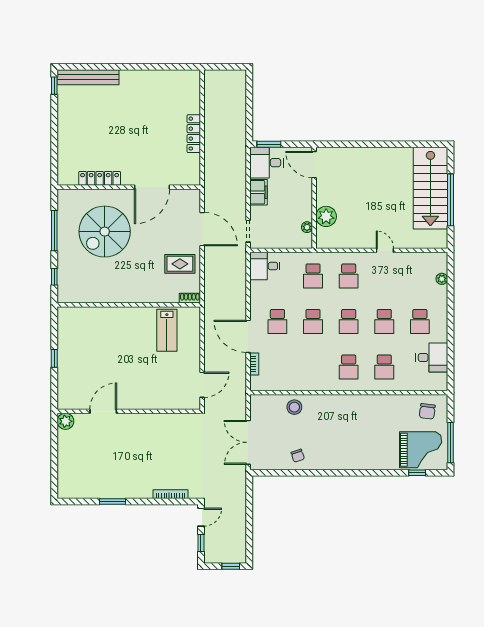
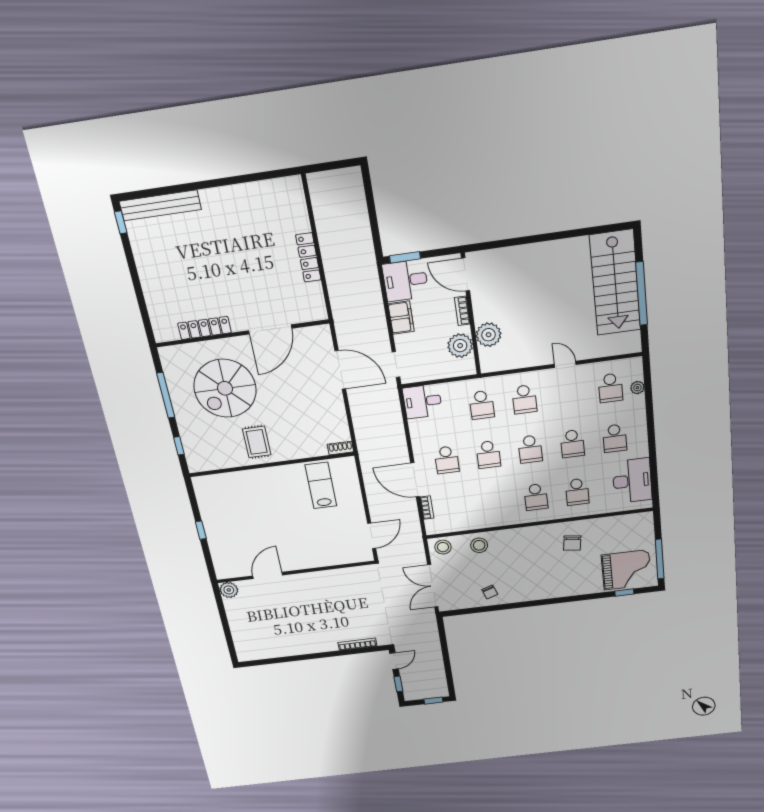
bookcase: (308, 194) -> (462, 311), added
plant: (307, 227) -> (460, 346), width x1.88, depth x1.88
rug: (180, 264) -> (257, 442), moved, turned 90
school desk: (420, 276) -> (611, 388), added
lab bench: (167, 330) -> (321, 485), turned 180
desk: (432, 357) -> (632, 481), width x1.37
stool: (263, 404) -> (443, 547), added
chair: (427, 411) -> (572, 543), moved
window: (113, 502) -> (297, 658), removed

